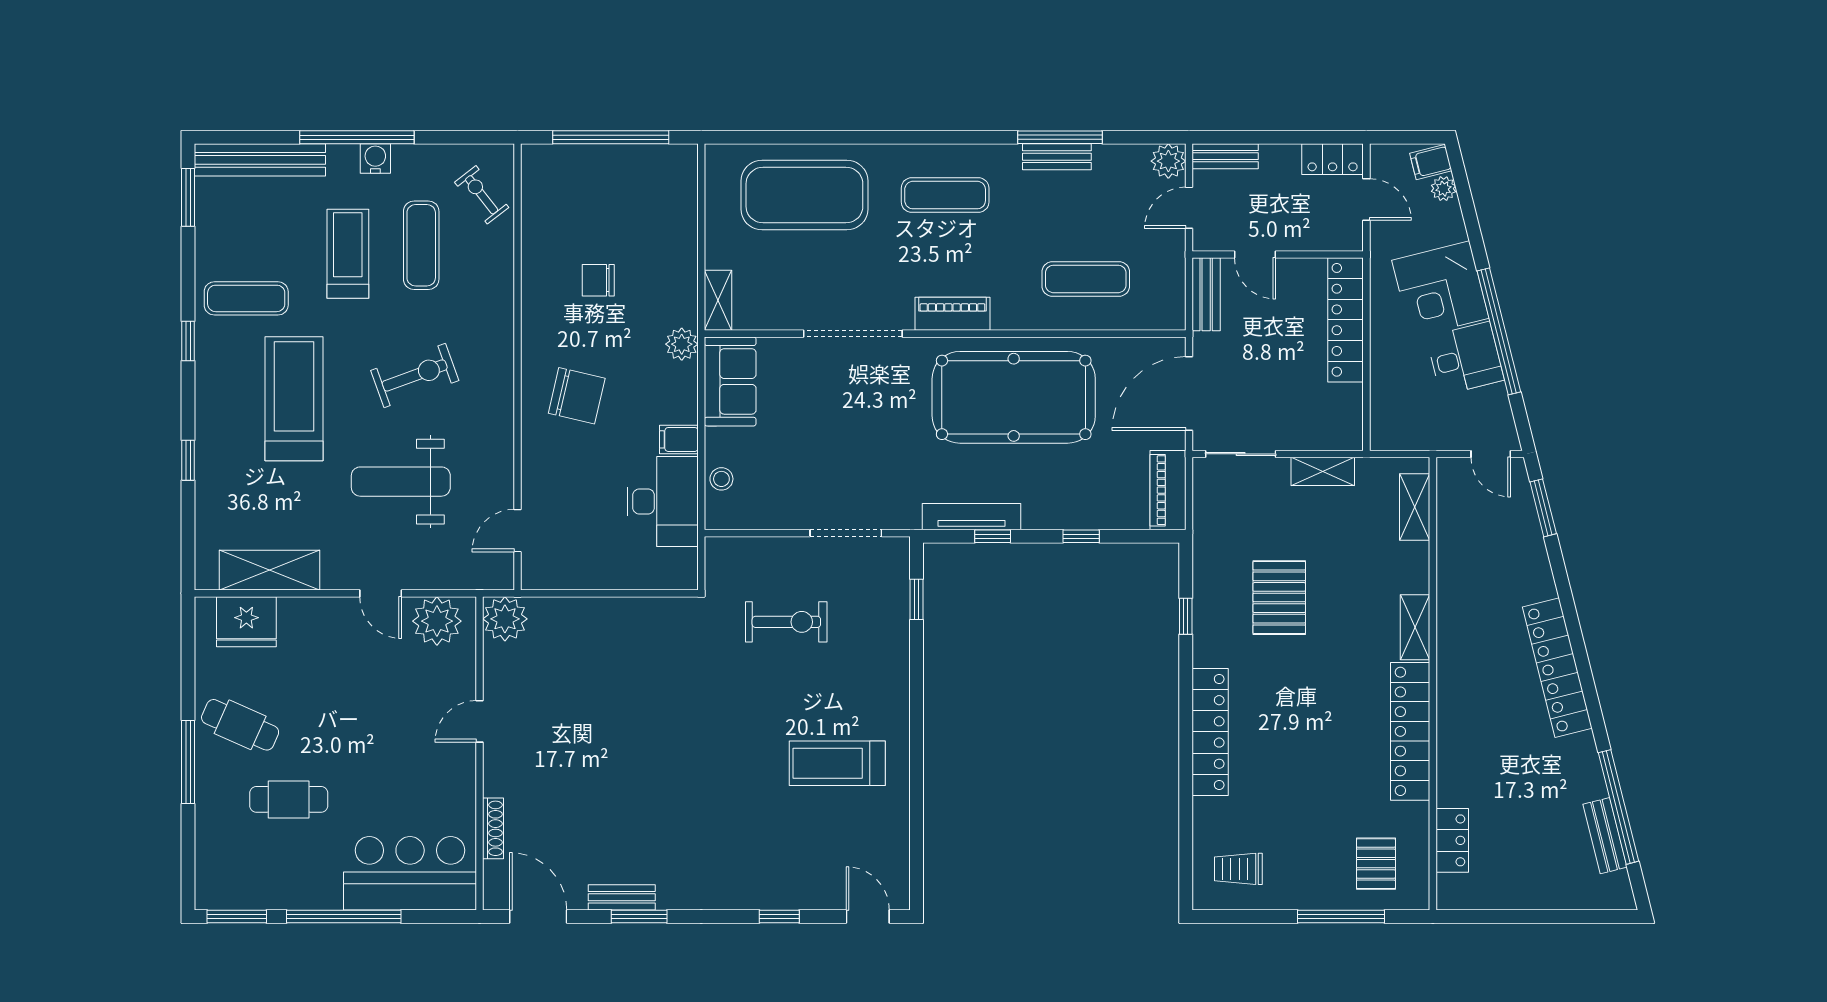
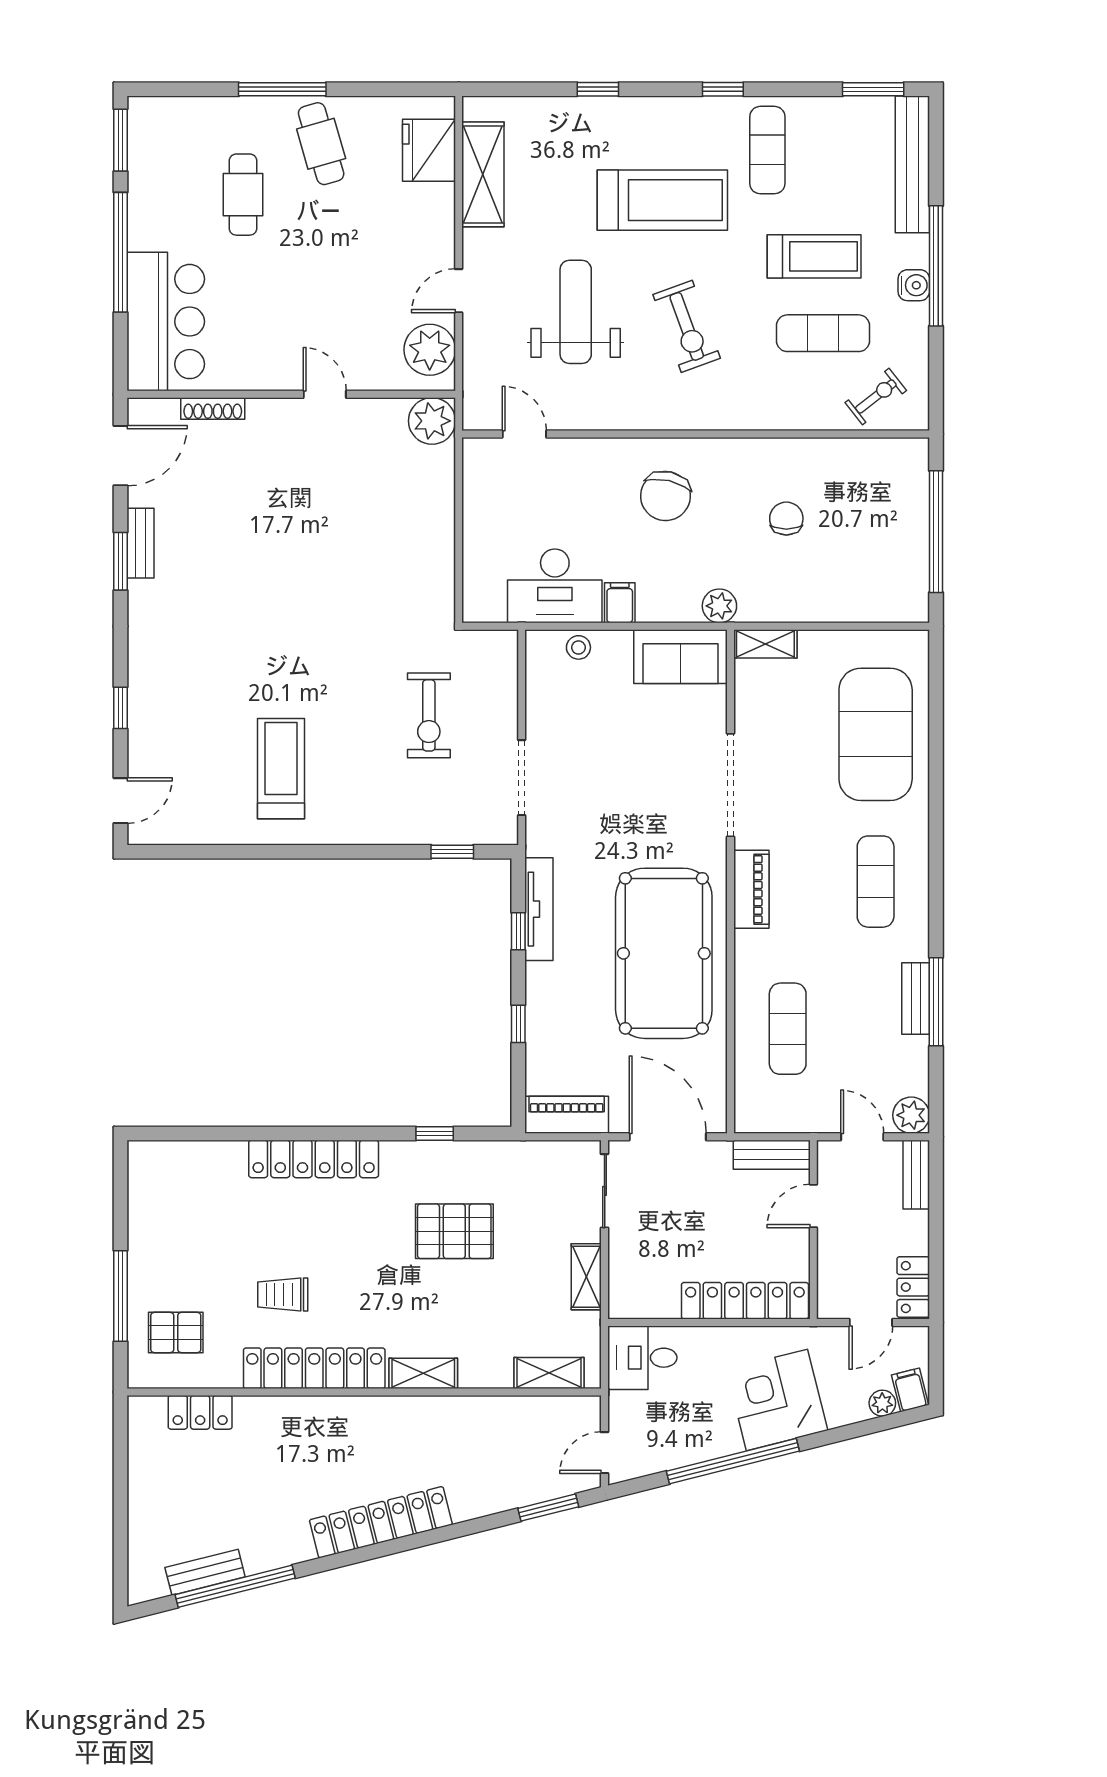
desk: (1465, 358) -> (642, 1358), moved, turned 104
cafe table: (240, 725) -> (321, 144), turned -40
trolley: (1238, 869) -> (283, 1294), moved, turned -90

